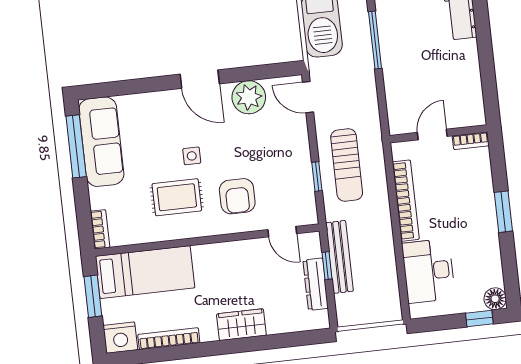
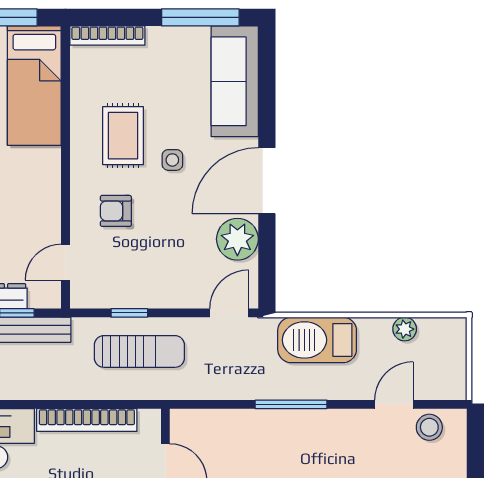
door: (200, 79) -> (267, 181), width x1.36
sofa: (101, 142) -> (235, 81), moved, turned 90
sun lounger: (347, 165) -> (139, 351), turned 180
armchair: (237, 196) -> (116, 211), width x0.72, depth x0.72
bookcase: (100, 229) -> (107, 36), width x1.56

